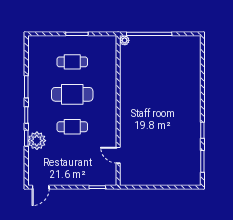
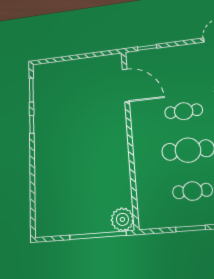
plant: (125, 40) -> (122, 219), width x1.88, depth x1.88
door: (118, 155) -> (126, 85), width x1.88

